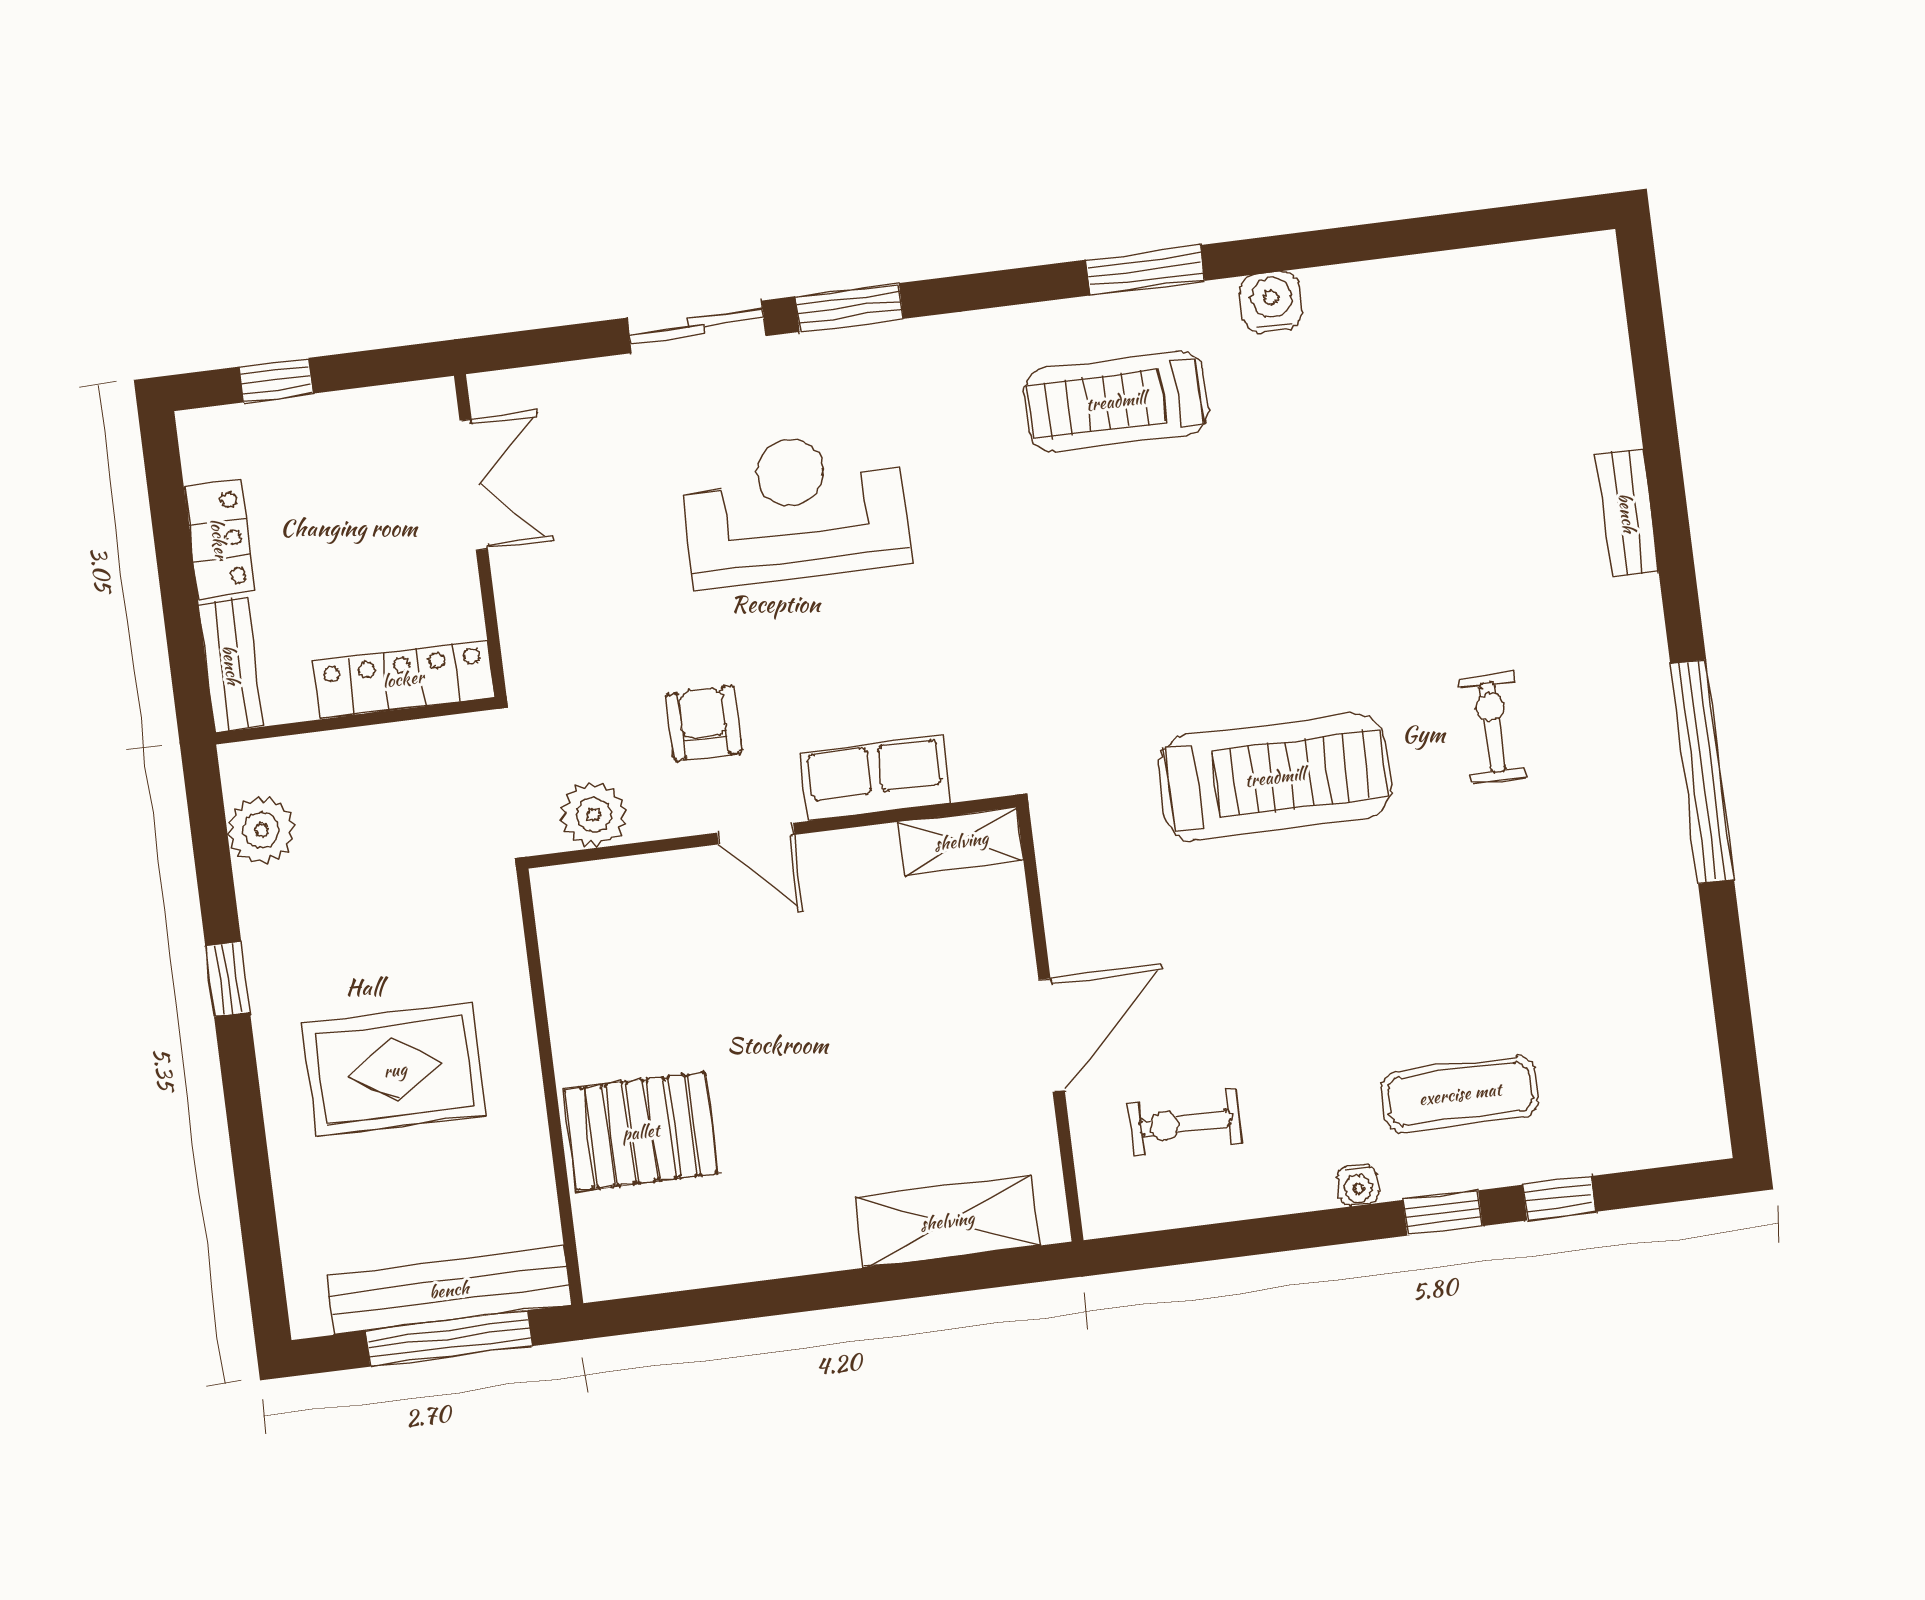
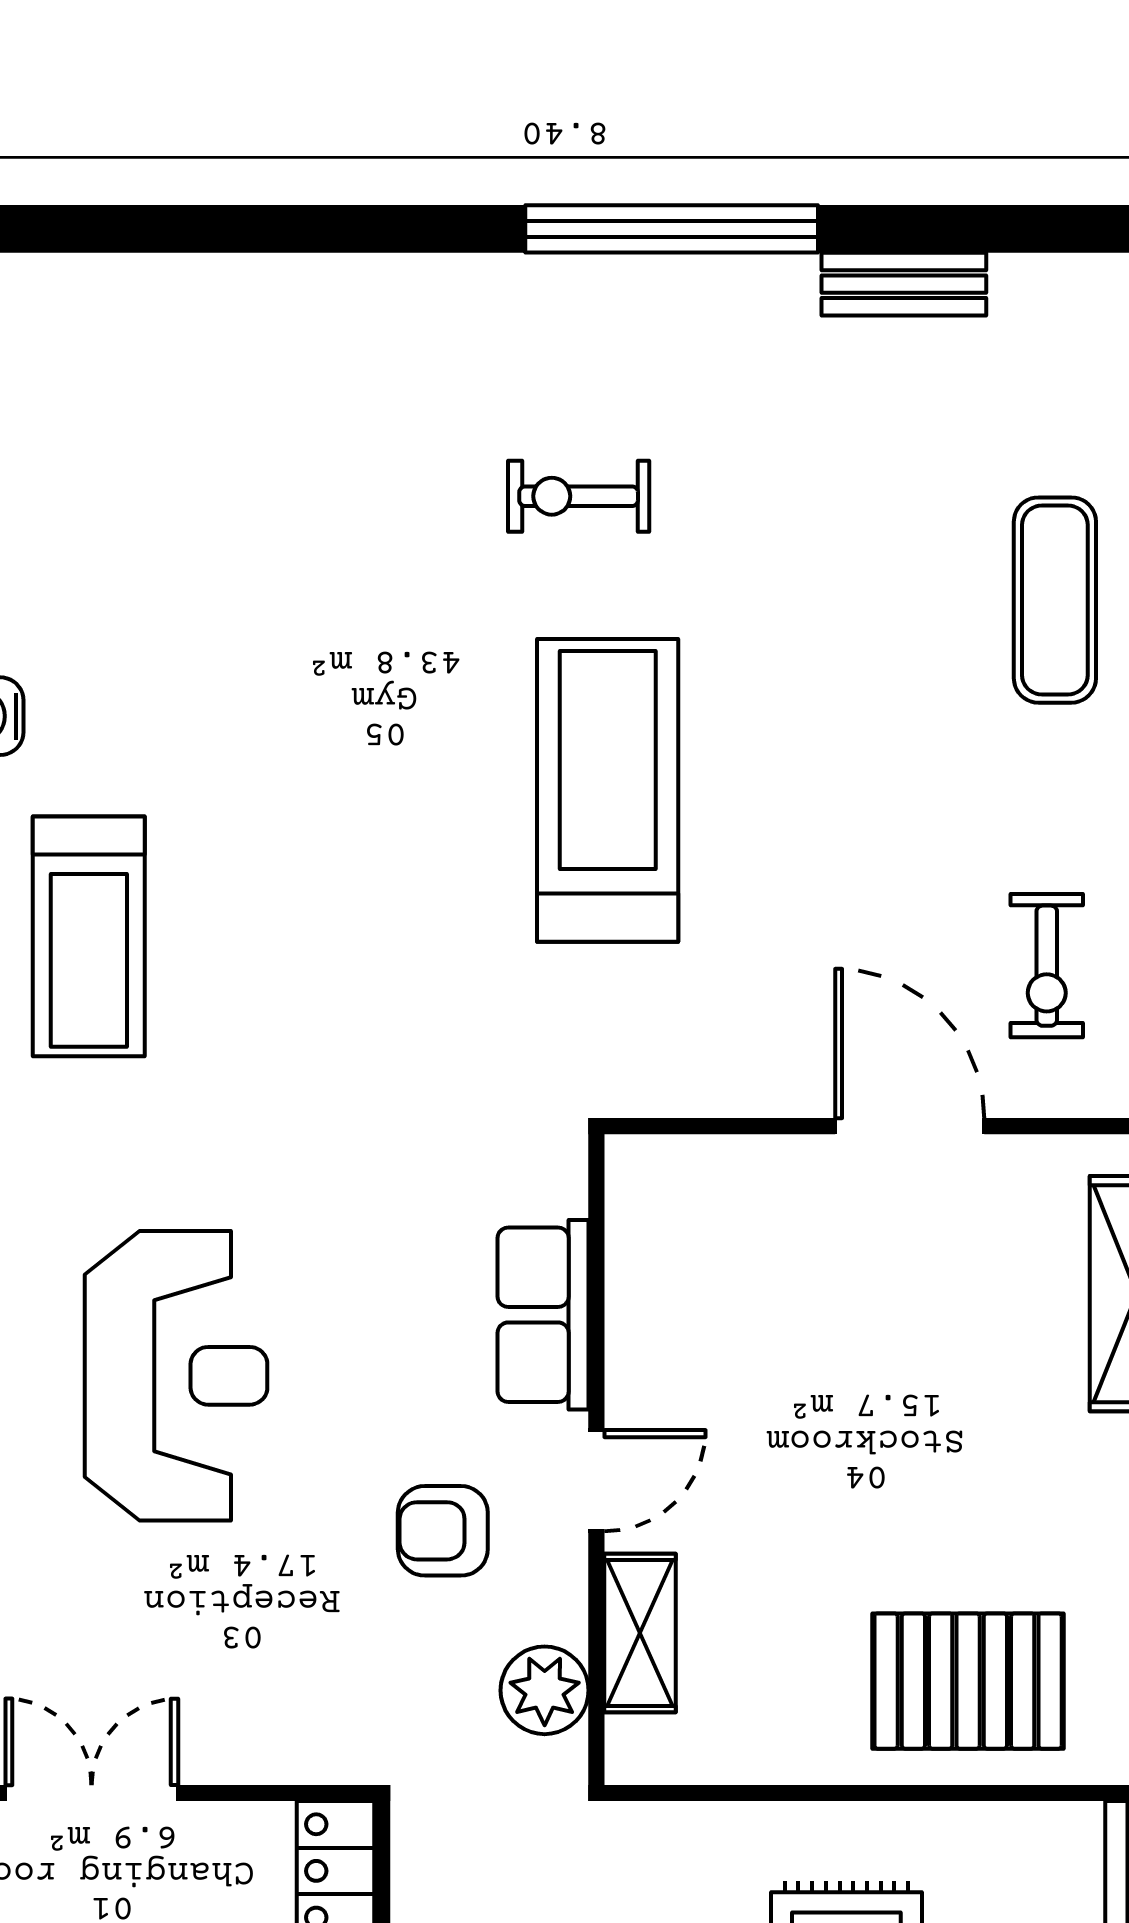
reception desk: (795, 508) -> (176, 1376), turned 180
bench: (1627, 513) -> (904, 284), moved
shelving: (961, 841) -> (640, 1633), moved
pallet: (641, 1132) -> (968, 1681), turned 90

